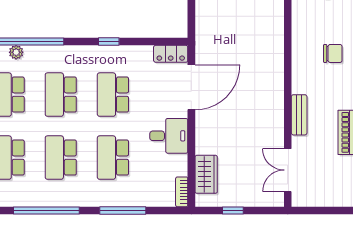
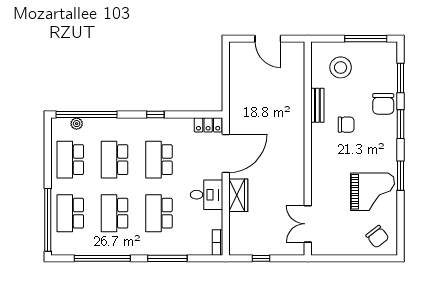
bench: (299, 115) -> (317, 105), moved
wardrobe: (206, 174) -> (238, 195), moved

